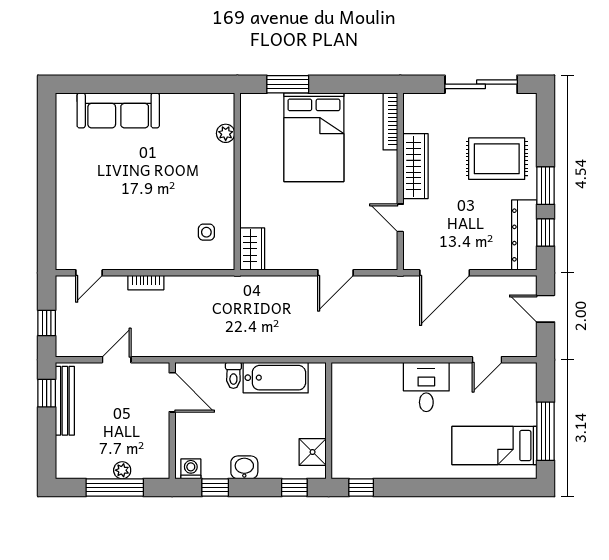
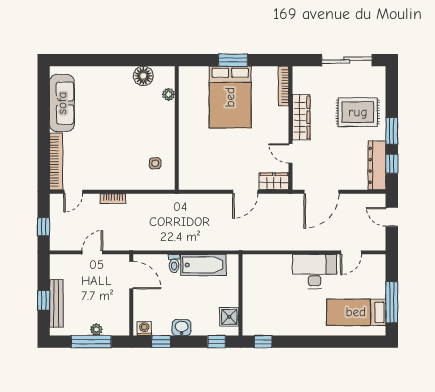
window: (288, 84) -> (233, 60), moved
floor lamp: (189, 107) -> (143, 76), added
sofa: (118, 110) -> (62, 103), moved, turned -90
bookcase: (65, 229) -> (56, 161), added
wardrobe: (252, 249) -> (274, 181), moved, turned -90
desk: (426, 387) -> (315, 271), width x1.37
window: (47, 393) -> (44, 300), moved
bench: (65, 401) -> (56, 303), moved

